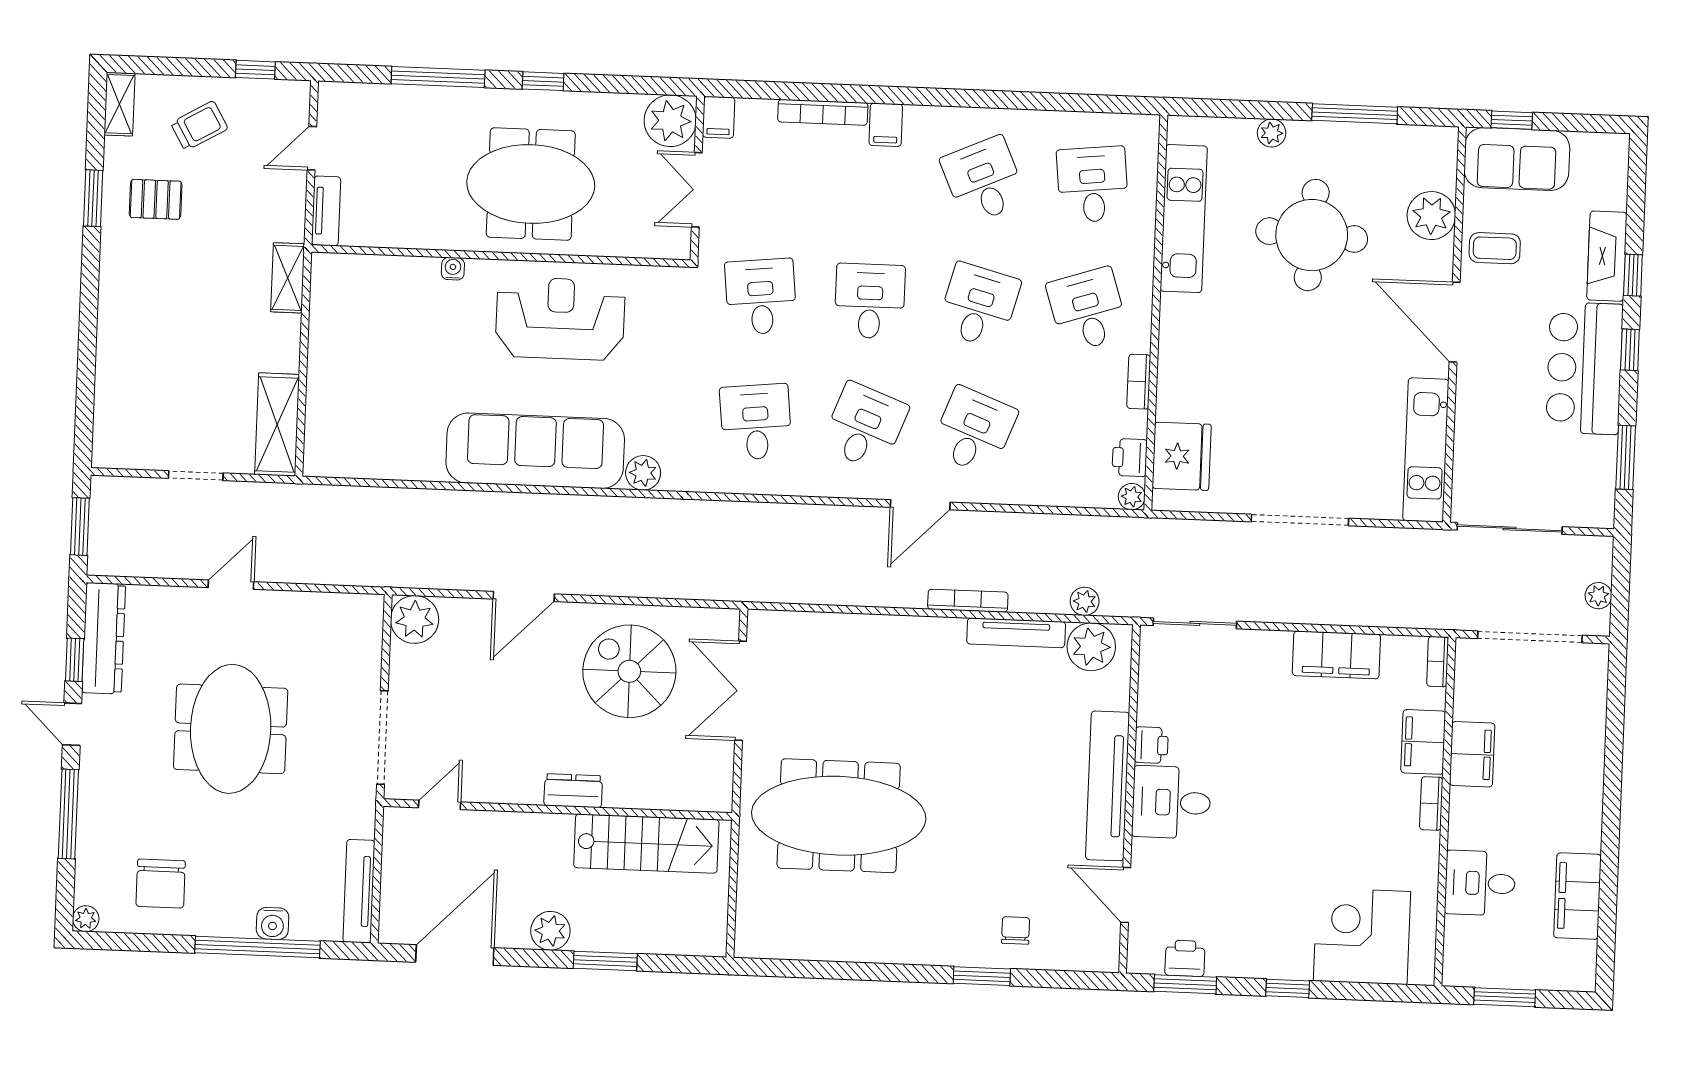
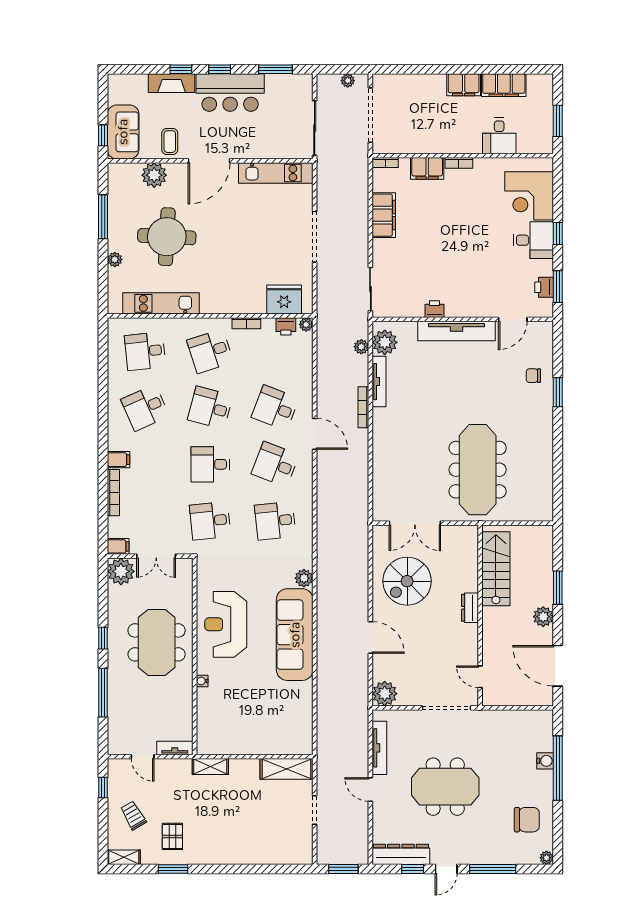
filing cabinet: (1472, 754) -> (464, 85), moved, turned 180
desk: (1171, 802) -> (533, 240), moved, turned -90
tv unit: (359, 891) -> (379, 748), moved, turned -90

